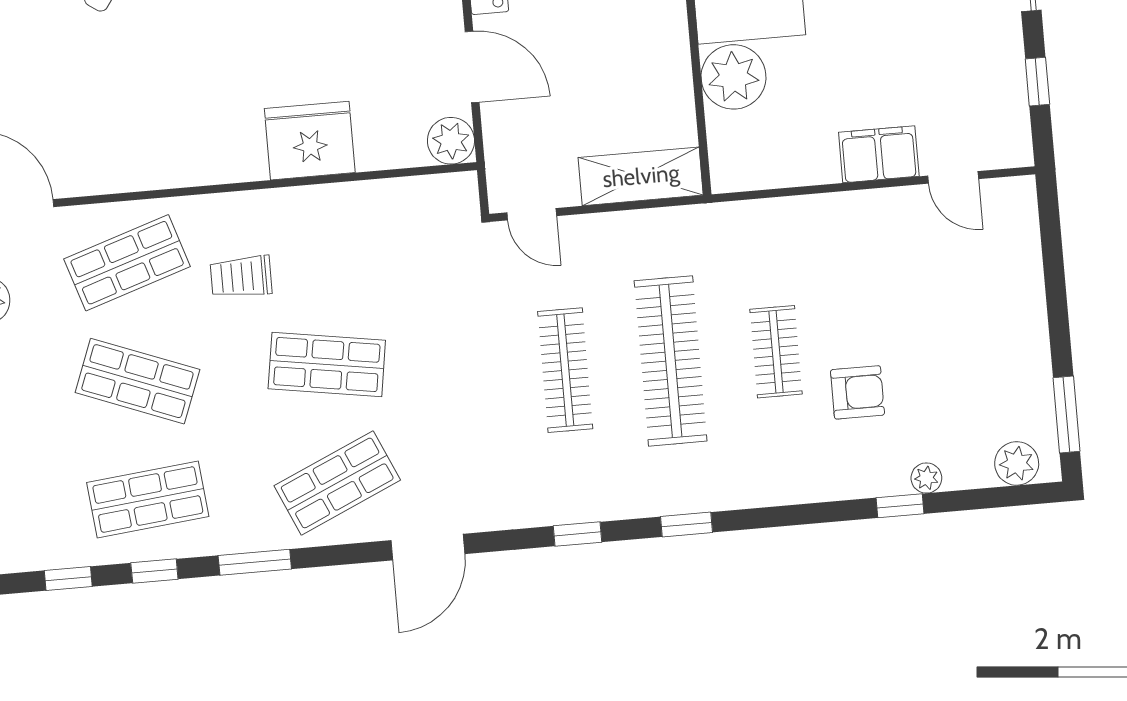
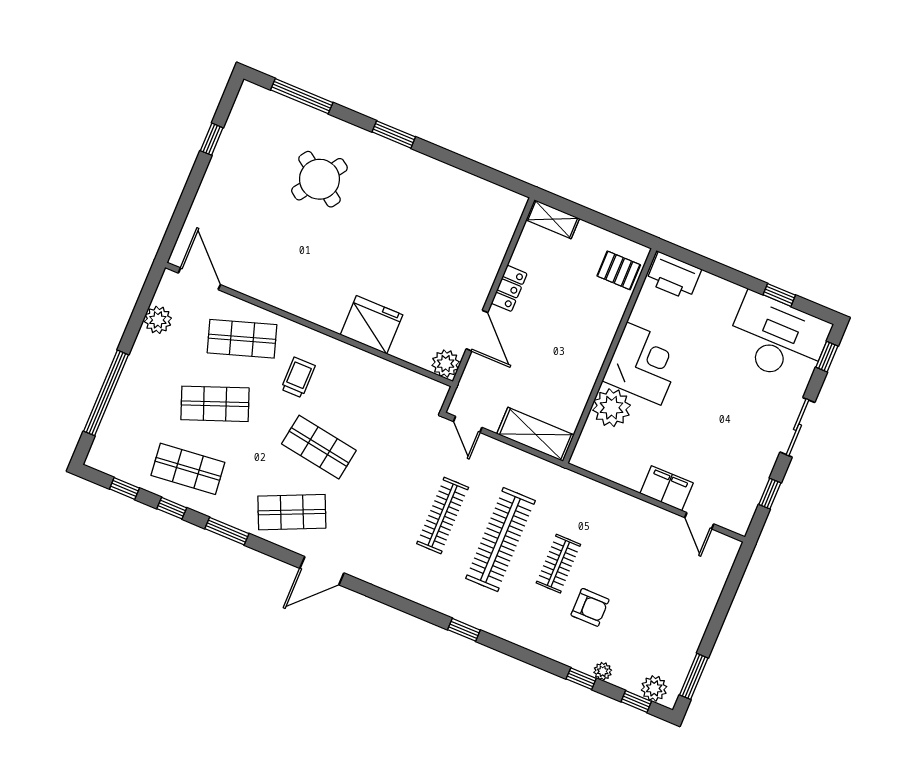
trolley: (241, 277) -> (298, 377), turned 90
shop shelf: (137, 381) -> (215, 404), turned -42
window: (577, 534) -> (636, 702), moved

